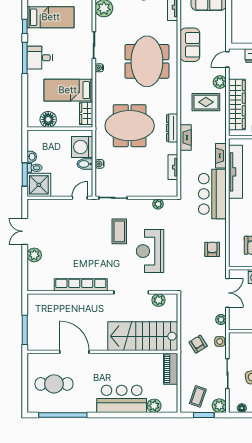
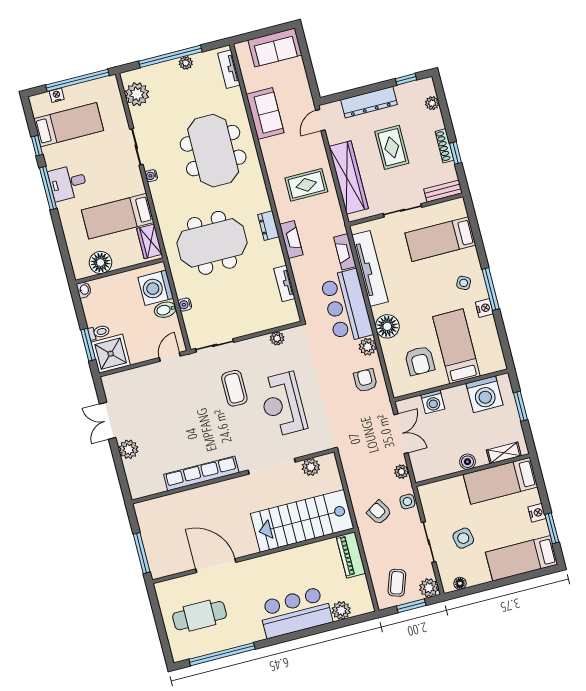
plant: (220, 82) -> (368, 347), moved
dresser: (172, 128) -> (268, 226), width x0.70
washbasin: (32, 157) -> (84, 290), moved
floor lamp: (237, 215) -> (387, 326), added

